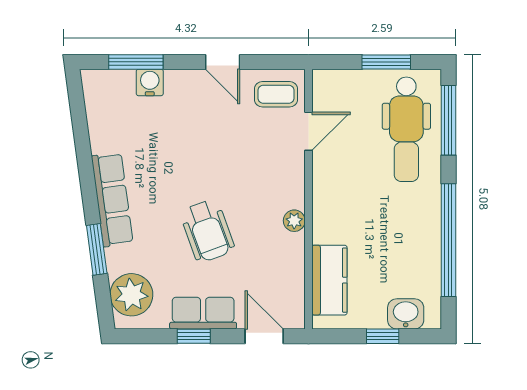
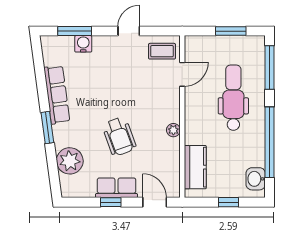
door: (223, 62) -> (129, 31), swing flipped
dental chair: (406, 129) -> (233, 98), moved, turned 180
row of seats: (112, 200) -> (57, 95), moved
window: (97, 249) -> (47, 128), moved
plant: (131, 295) -> (70, 161), moved
washbasin: (406, 314) -> (256, 179), moved, turned -90

